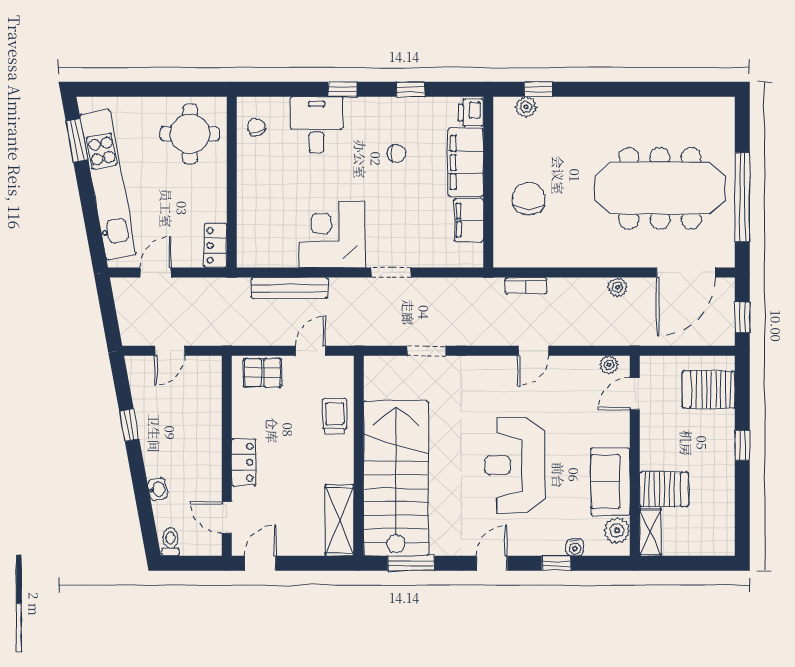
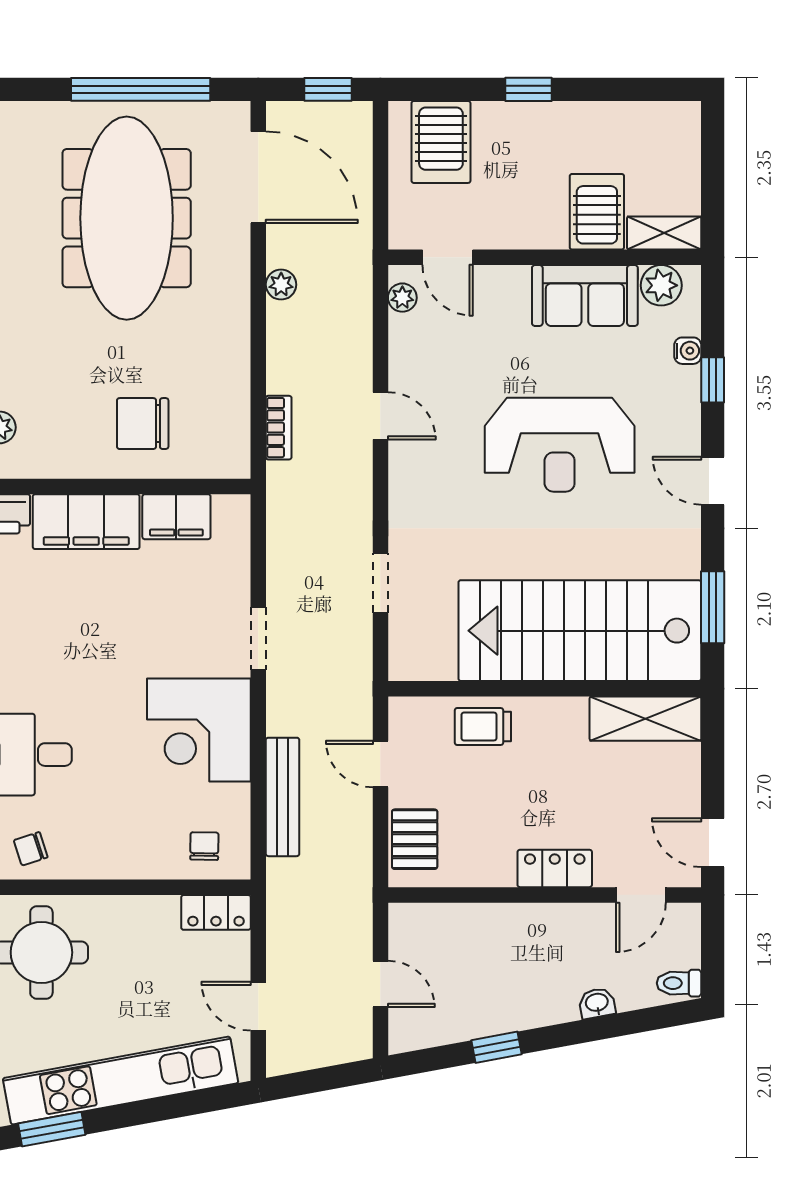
chair: (397, 153) -> (204, 846), moved

